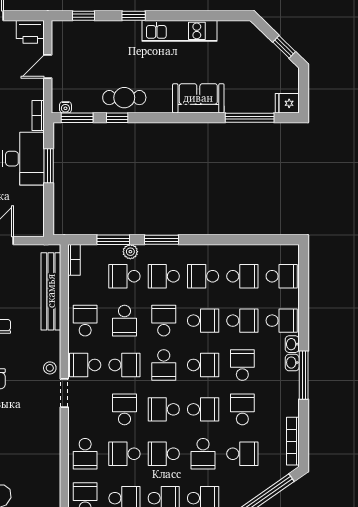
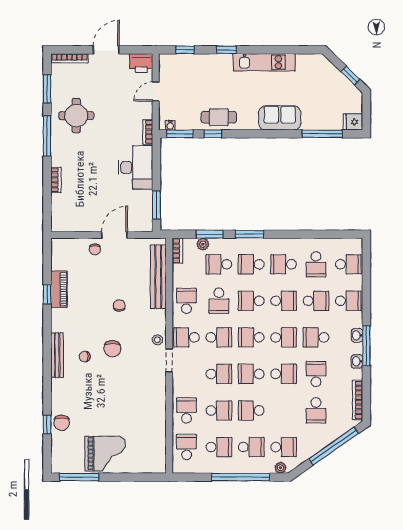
window: (49, 166) -> (156, 205), moved
plant: (130, 252) -> (203, 244), moved
school desk: (242, 276) -> (316, 264), turned 90
school desk: (164, 321) -> (251, 301), turned -90
washbasin: (292, 344) -> (357, 361), moved
school desk: (164, 365) -> (251, 337), turned 90
school desk: (242, 365) -> (316, 337), turned -90
school desk: (124, 409) -> (219, 374), turned 90
school desk: (85, 454) -> (186, 410), turned 180
school desk: (124, 454) -> (219, 410), turned 180
school desk: (203, 454) -> (284, 410), removed
school desk: (242, 454) -> (316, 410), turned 90

